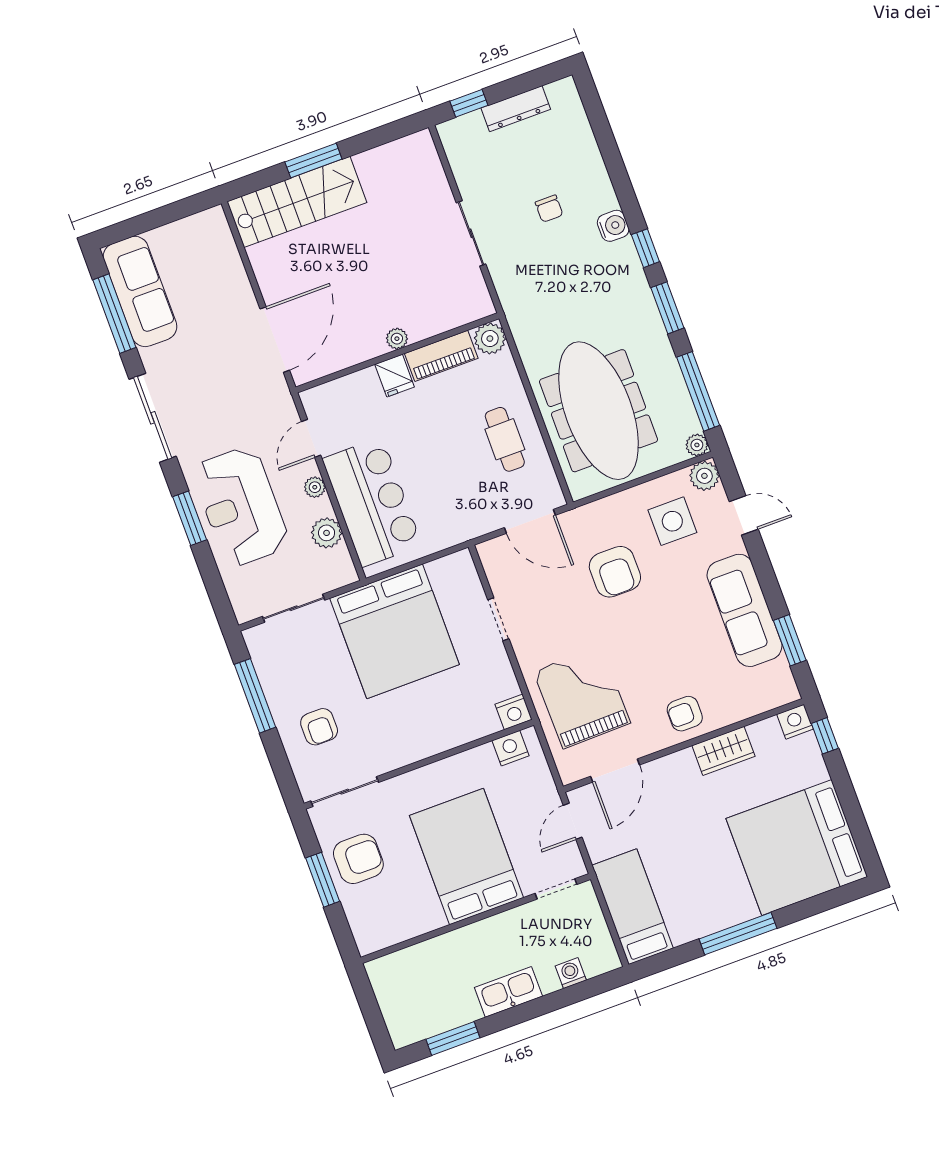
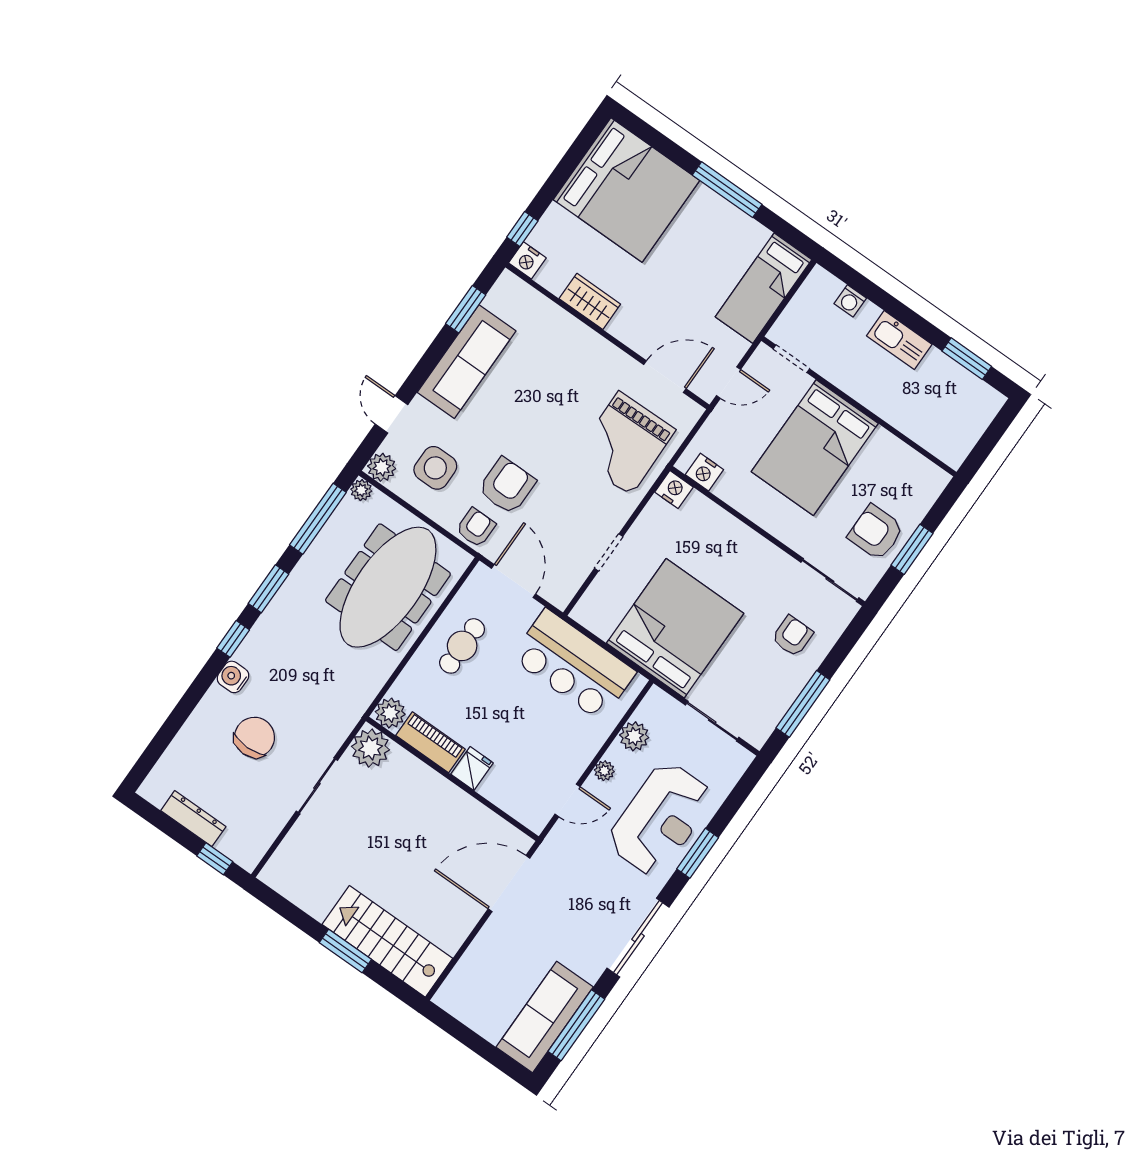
chair: (549, 209) -> (254, 737), width x1.87, depth x1.87
plant: (397, 339) -> (370, 748), moved, width x1.87, depth x1.87
bar counter: (372, 502) -> (573, 665), moved, turned -90
armchair: (685, 714) -> (476, 528), moved, turned -90

